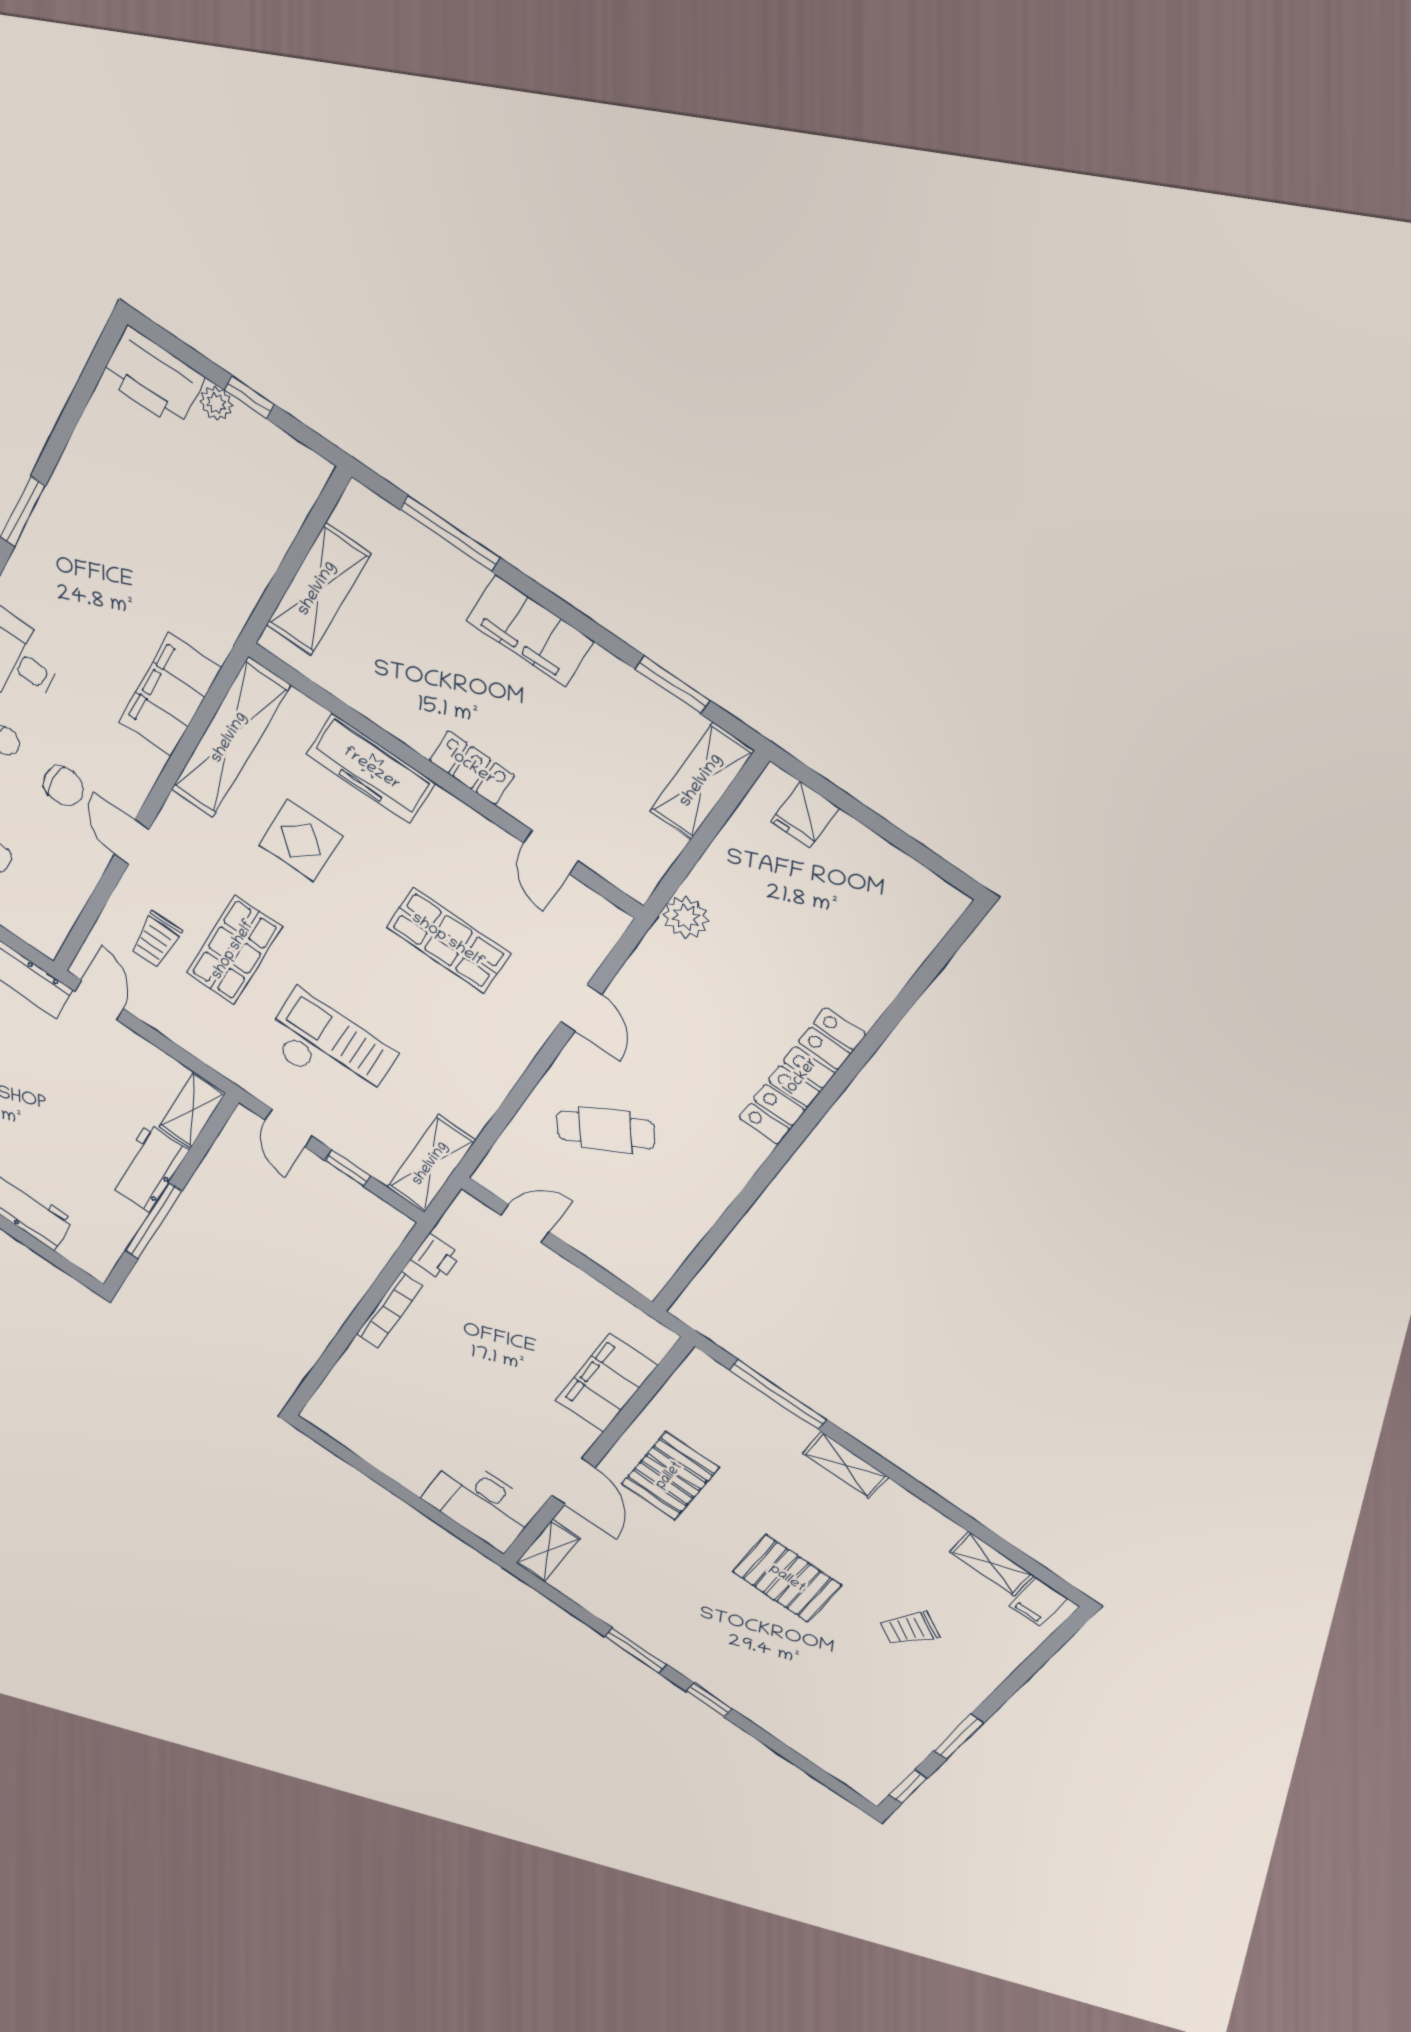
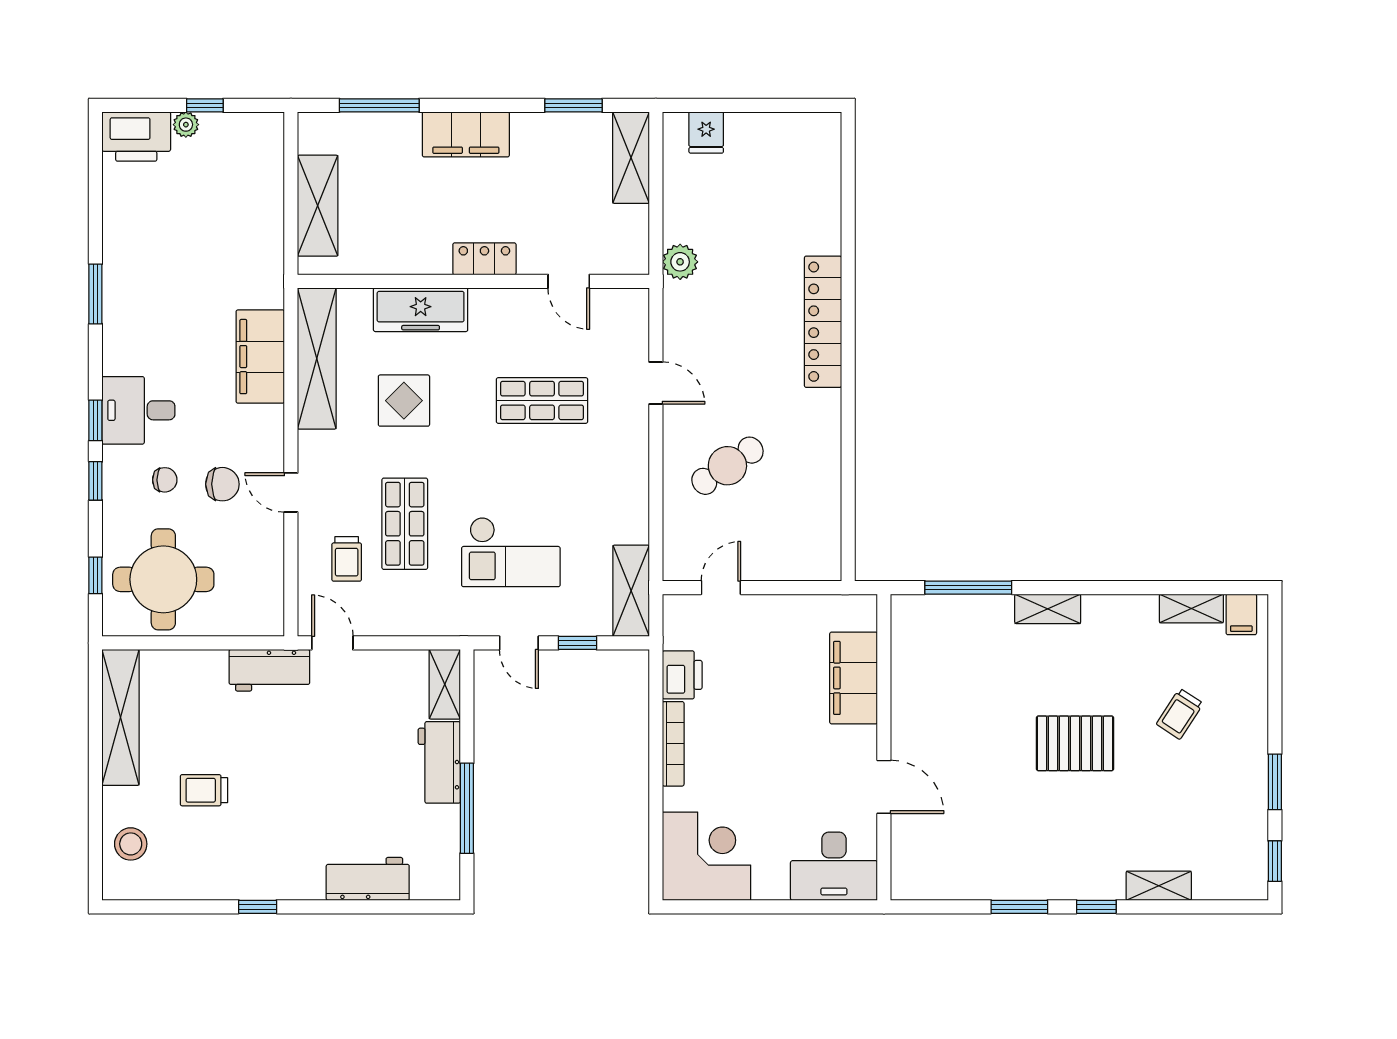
checkout: (329, 1049) -> (511, 552), turned 180
printer: (436, 1257) -> (682, 675), width x1.36, depth x1.24
corner desk: (363, 1413) -> (707, 856), added
pallet: (670, 1476) -> (944, 722), removed
shelving: (548, 1551) -> (1159, 886), moved, turned 90

